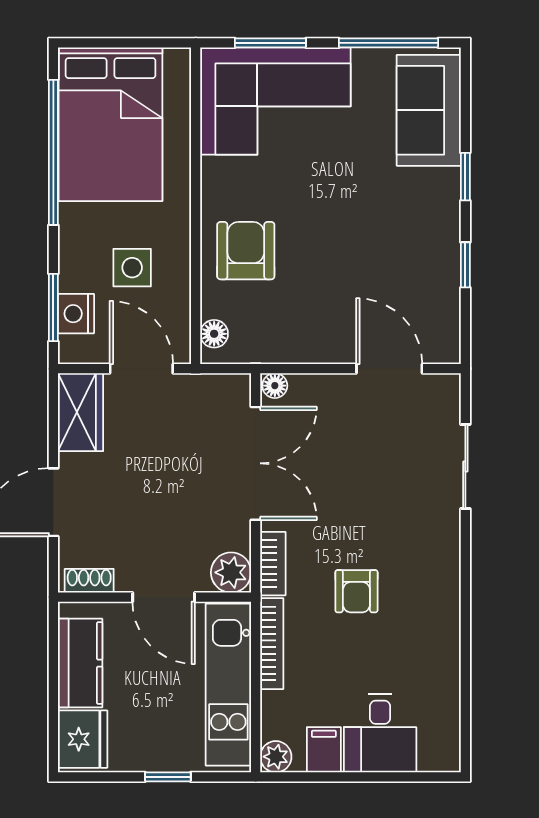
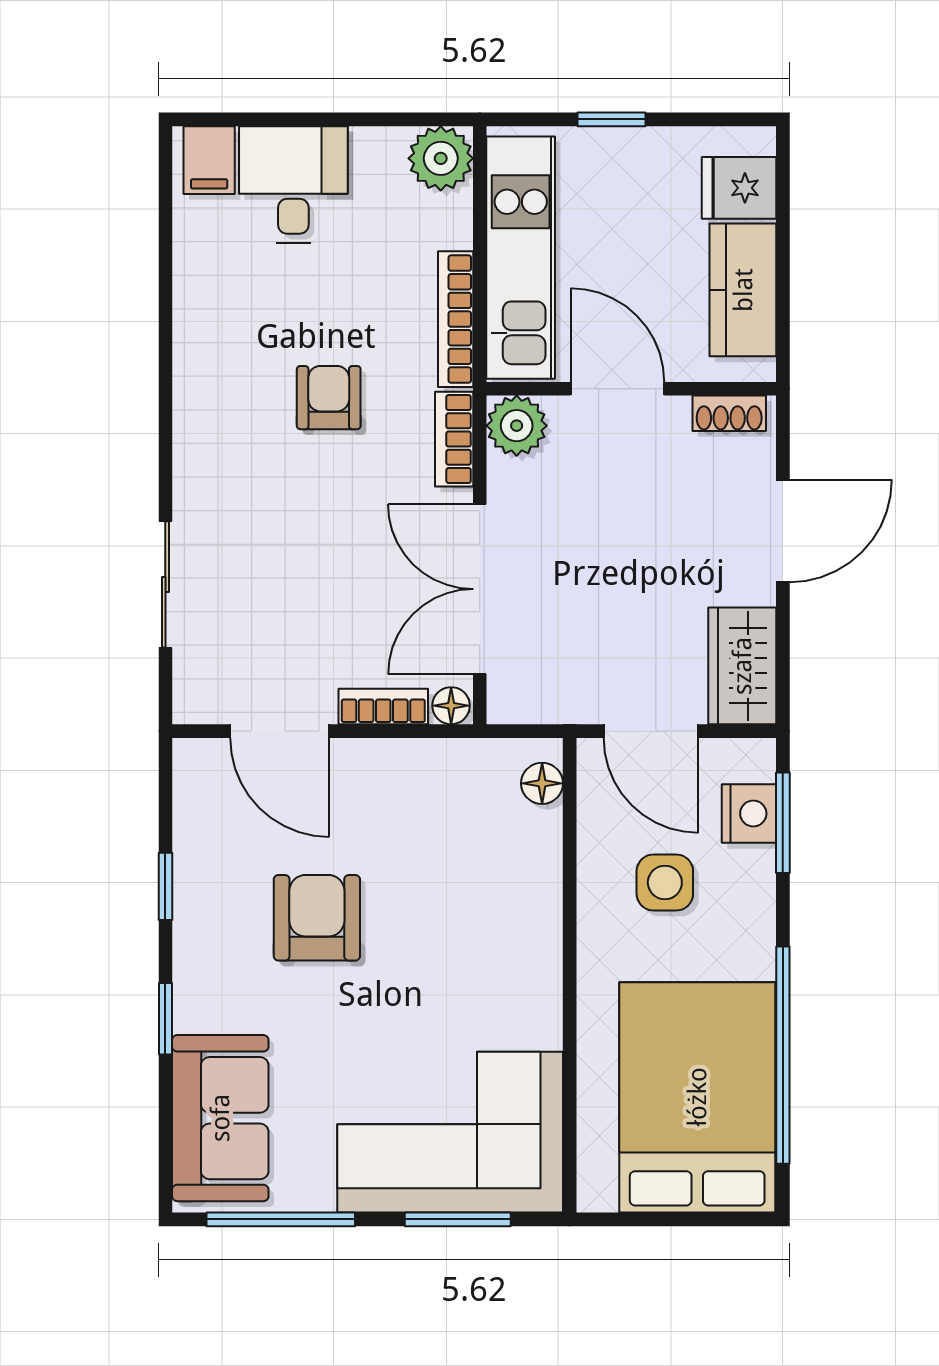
armchair: (246, 251) -> (317, 918), moved, turned 180
bookcase: (320, 385) -> (383, 706), added
fridge: (83, 739) -> (739, 188), width x0.72
filing cabinet: (324, 750) -> (209, 160), moved
plant: (276, 757) -> (441, 158), width x1.38, depth x1.38

